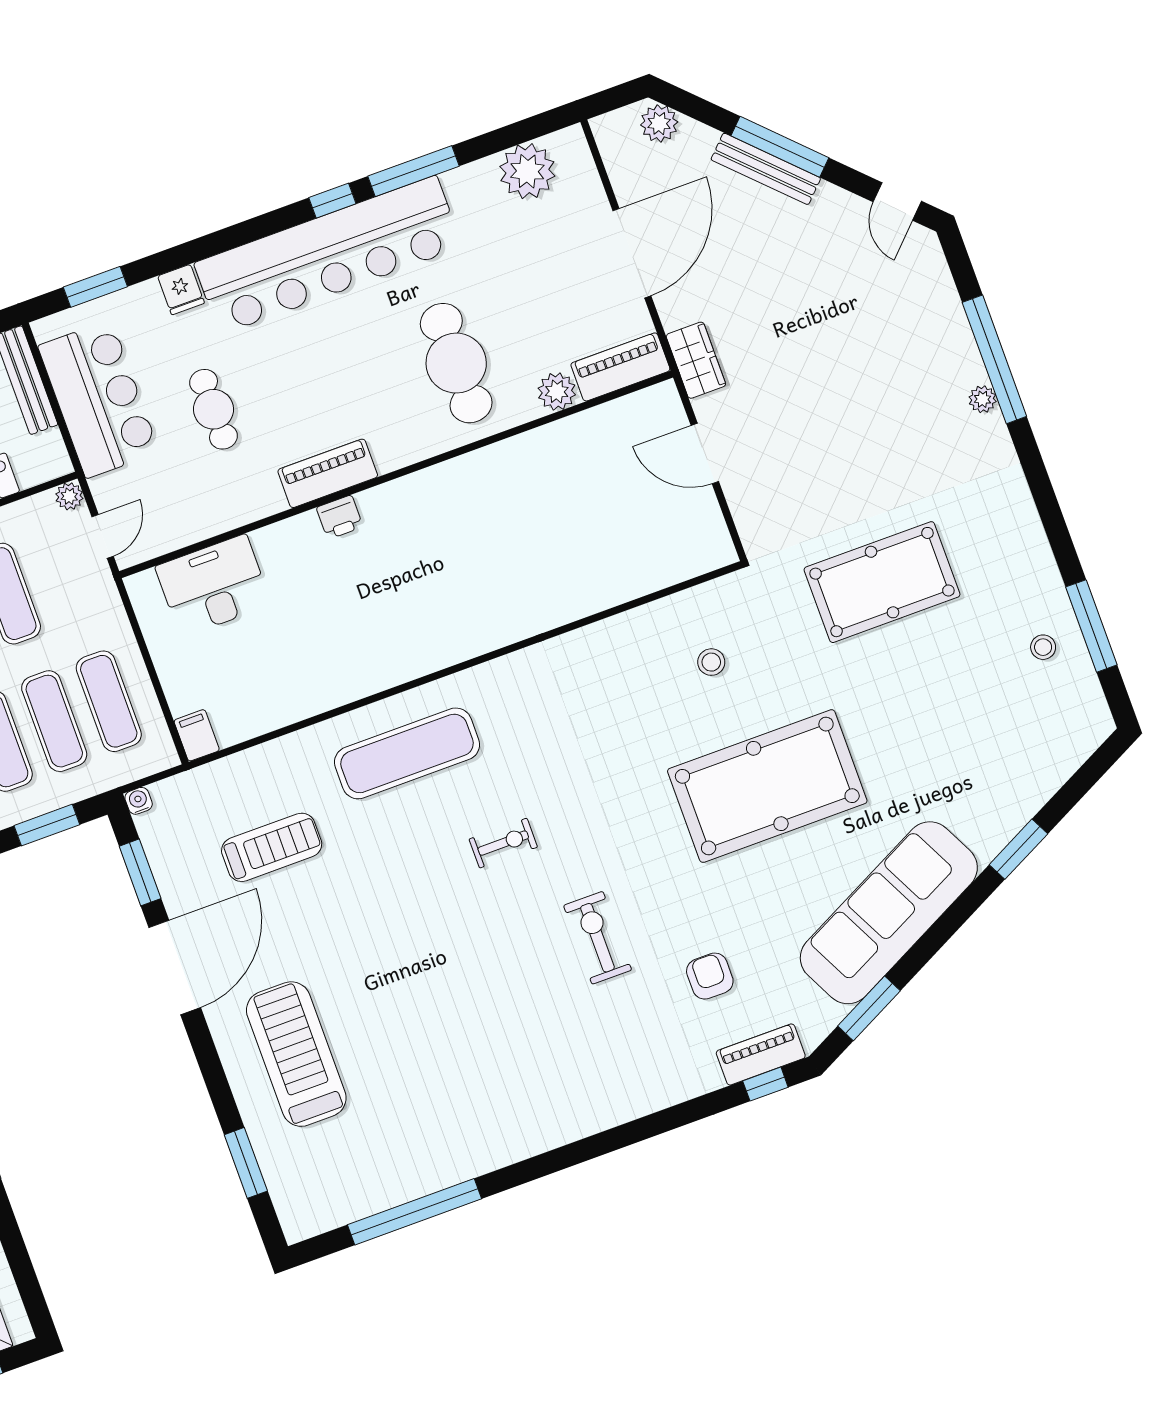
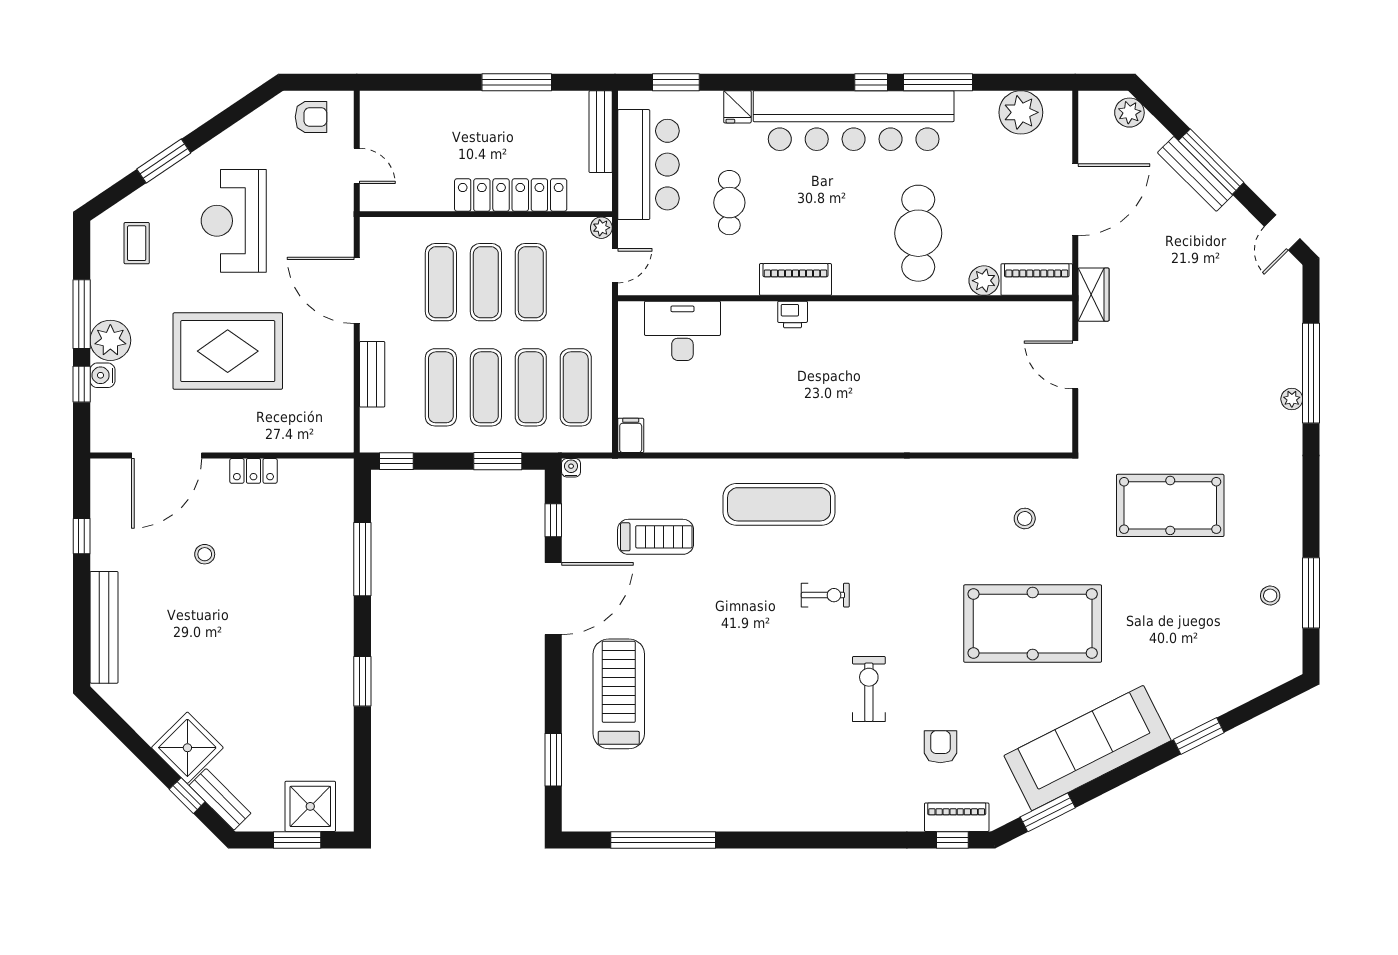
window: (140, 872) -> (553, 520), width x0.67

